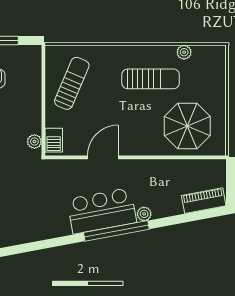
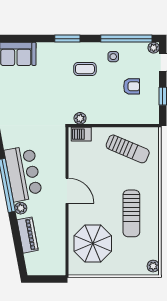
plant: (184, 52) -> (153, 266), moved
door: (103, 157) -> (67, 191), moved
piano: (204, 201) -> (28, 235), moved

